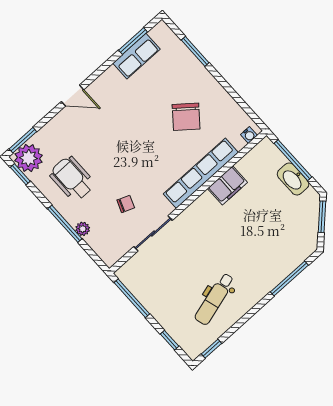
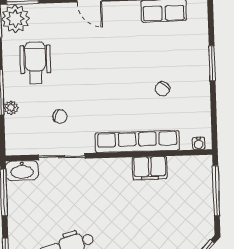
window: (195, 51) -> (212, 63), moved
chair: (186, 117) -> (162, 89), width x0.54, depth x0.54
washbasin: (293, 179) -> (22, 171), moved, turned -90

